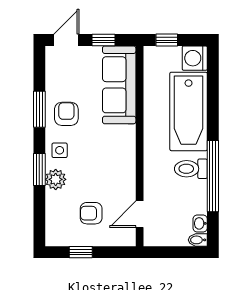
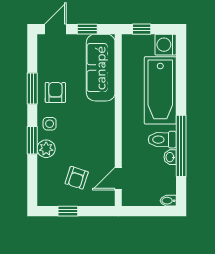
armchair: (91, 213) -> (77, 178), turned -72
washbasin: (200, 223) -> (170, 157), moved

